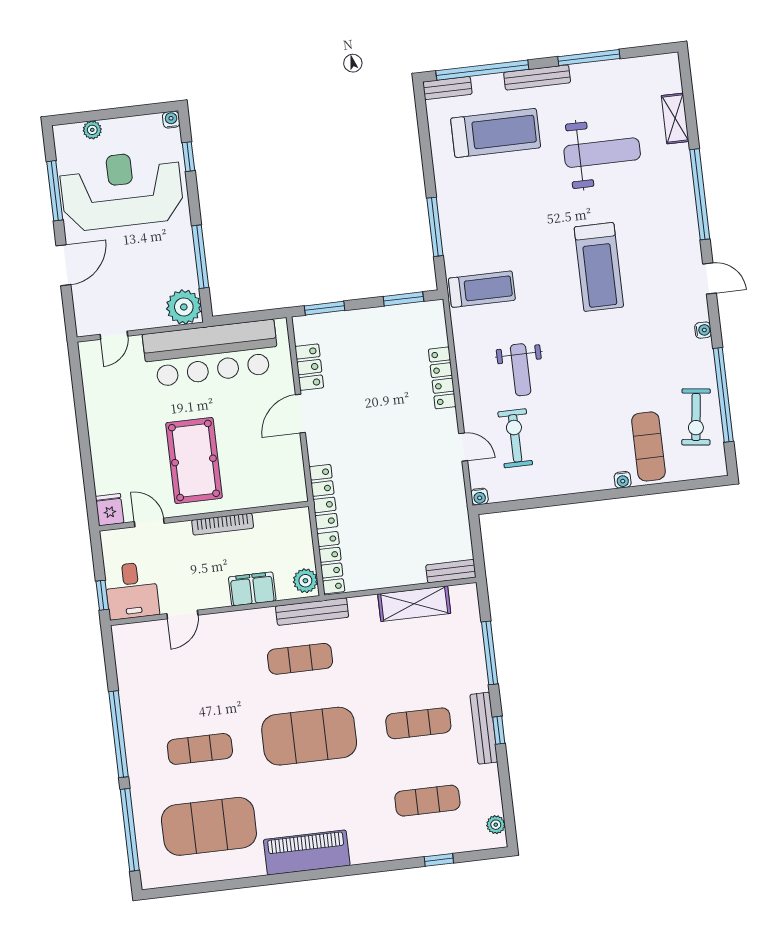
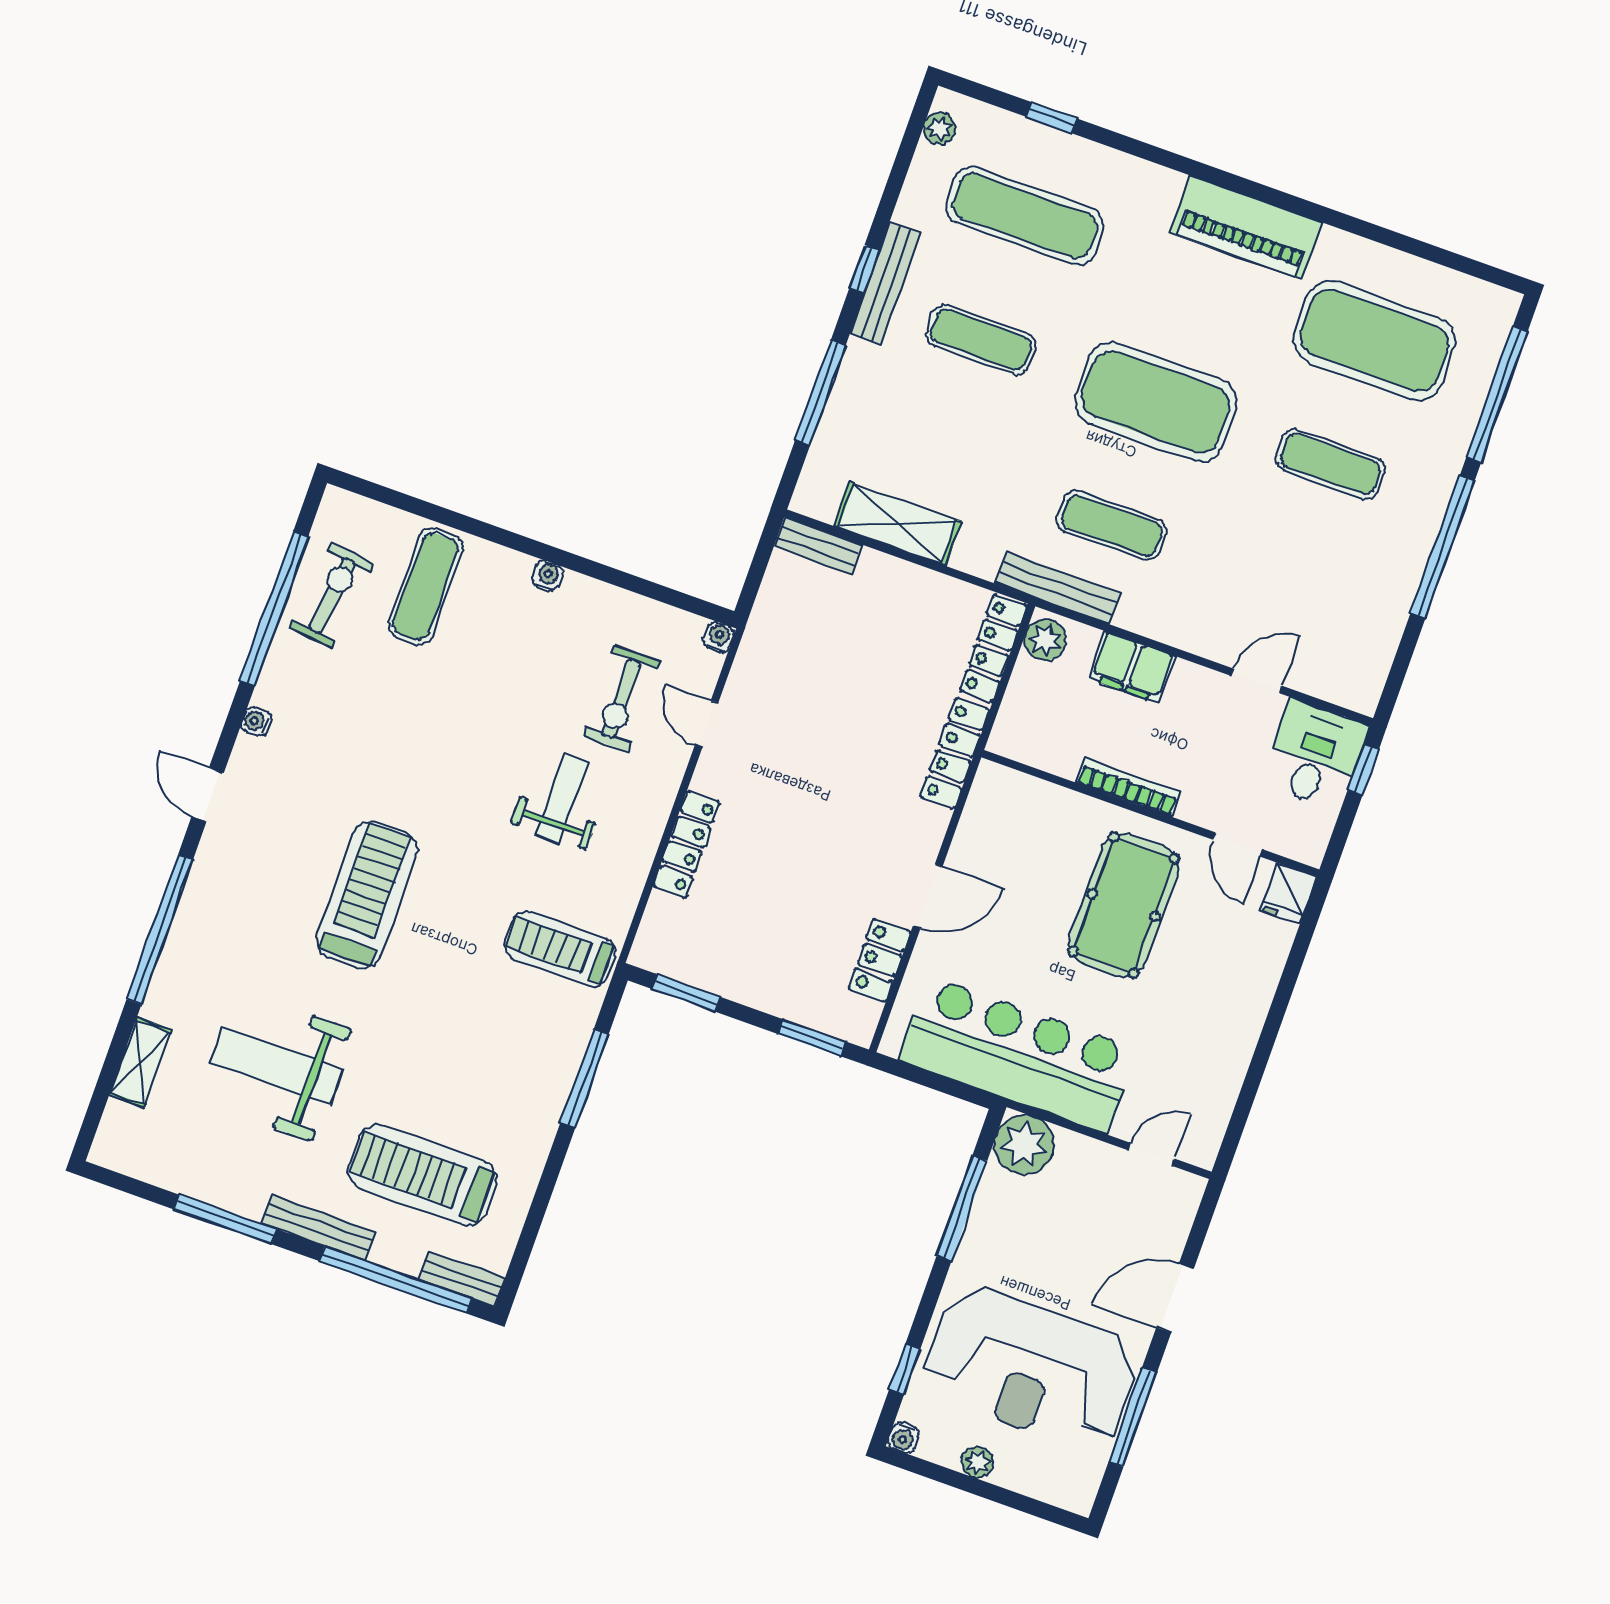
plant: (92, 130) -> (977, 1462), moved
water cooler: (623, 480) -> (548, 576), moved
exercise mat: (427, 801) -> (1025, 216), width x1.36, depth x1.45

